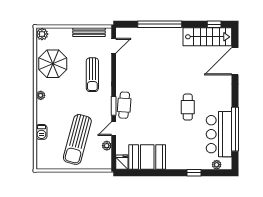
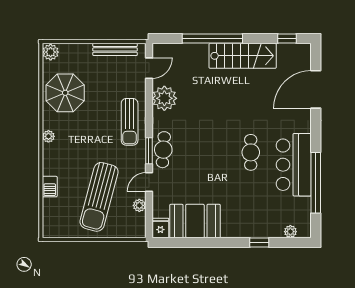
stairs: (207, 37) -> (243, 56), moved
plant: (125, 68) -> (164, 98), added
sun lounger: (92, 75) -> (130, 122), moved
bar counter: (219, 134) -> (294, 165), moved

